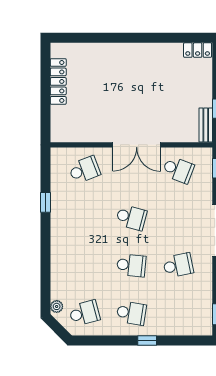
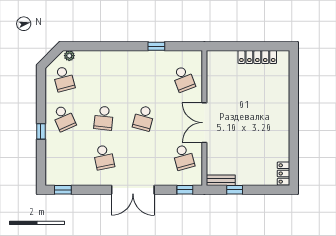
school desk: (178, 170) -> (184, 157), turned -36
school desk: (131, 313) -> (64, 118), turned -33

